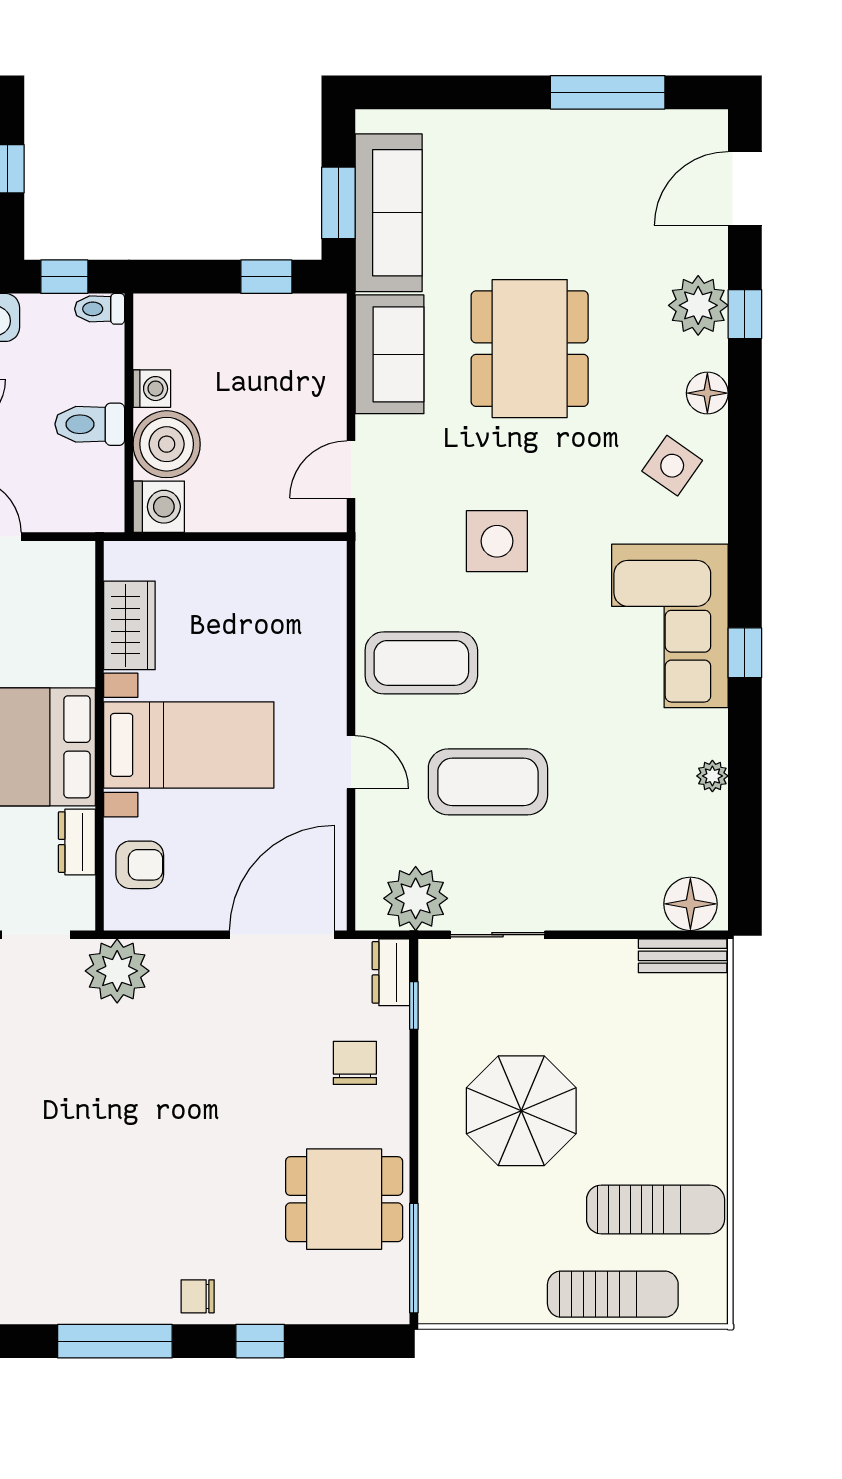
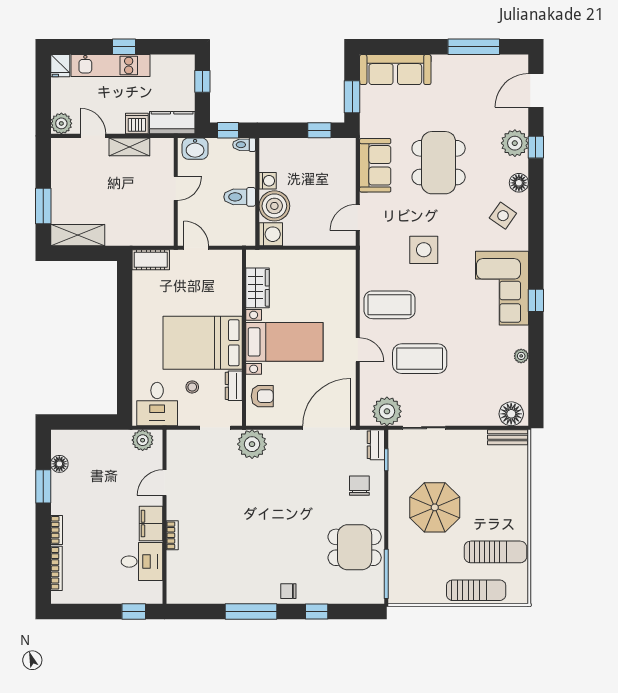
sofa: (389, 213) -> (395, 70), moved, turned 90

